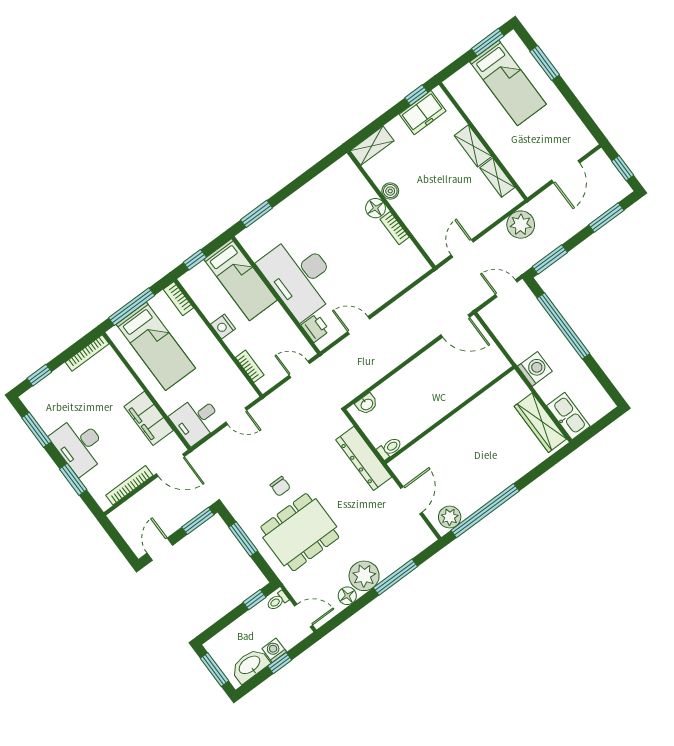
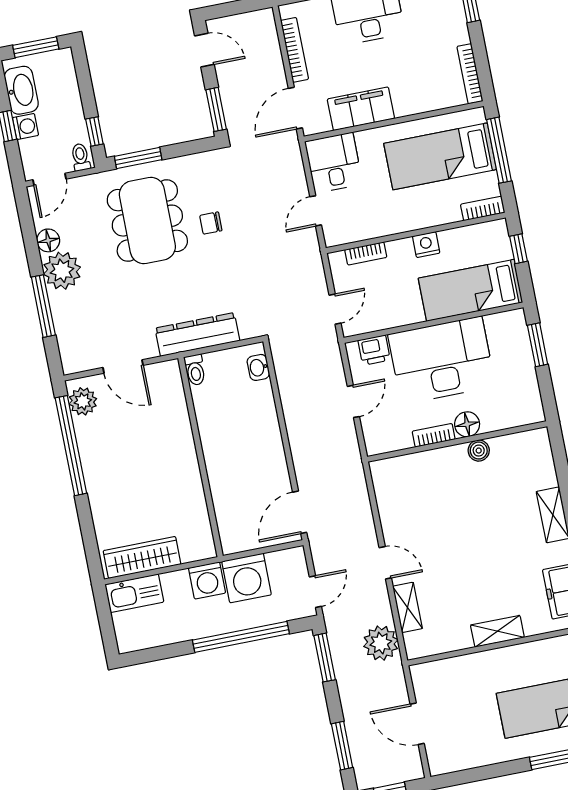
shelving: (497, 178) -> (408, 607), moved, turned 90
boiler: (390, 191) -> (479, 451), moved
floor lamp: (376, 208) -> (467, 424), moved
wall: (391, 209) -> (457, 442), moved
bookcase: (395, 228) -> (434, 435), moved
washing machine: (520, 342) -> (247, 578), added
window: (243, 539) -> (138, 158), moved

